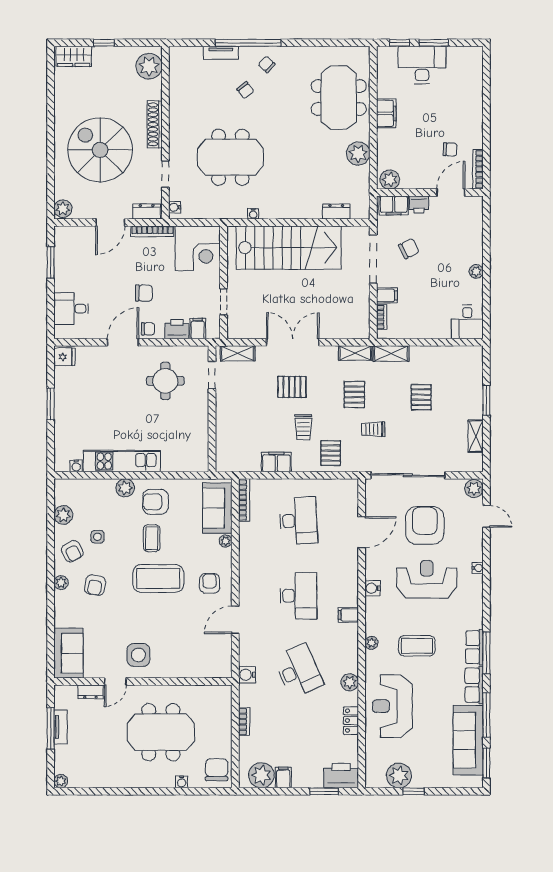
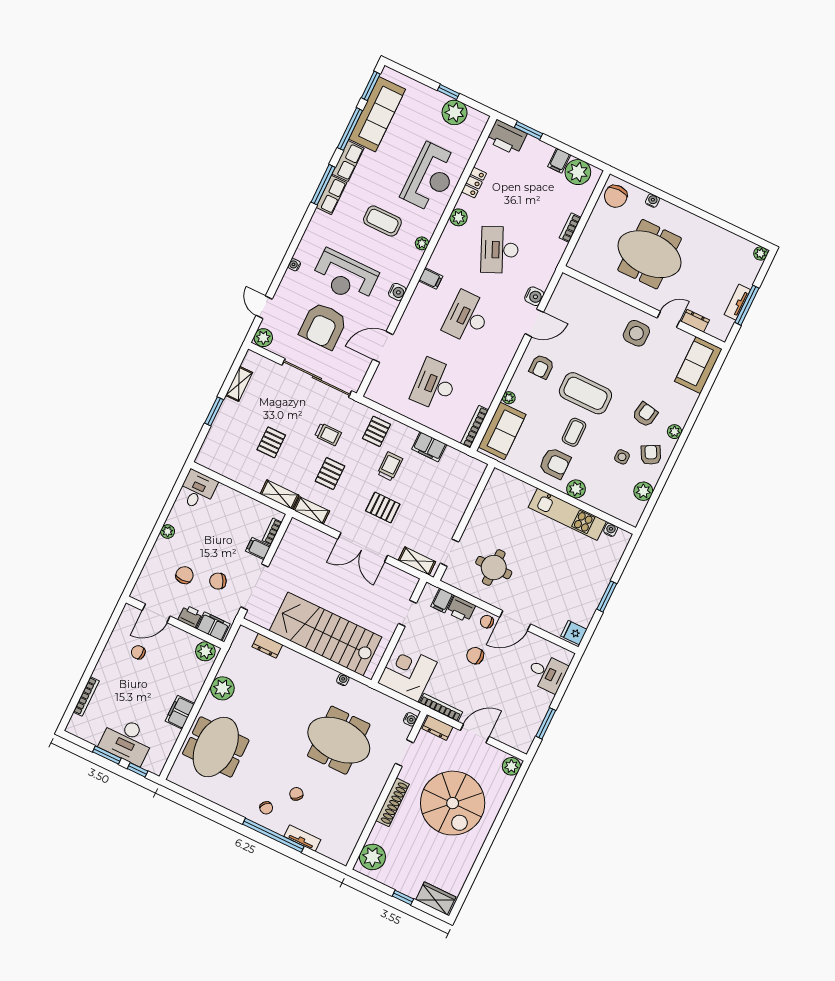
bookcase: (478, 169) -> (86, 696), moved
chair: (442, 239) -> (184, 575), added
water cooler: (247, 675) -> (534, 296), moved

